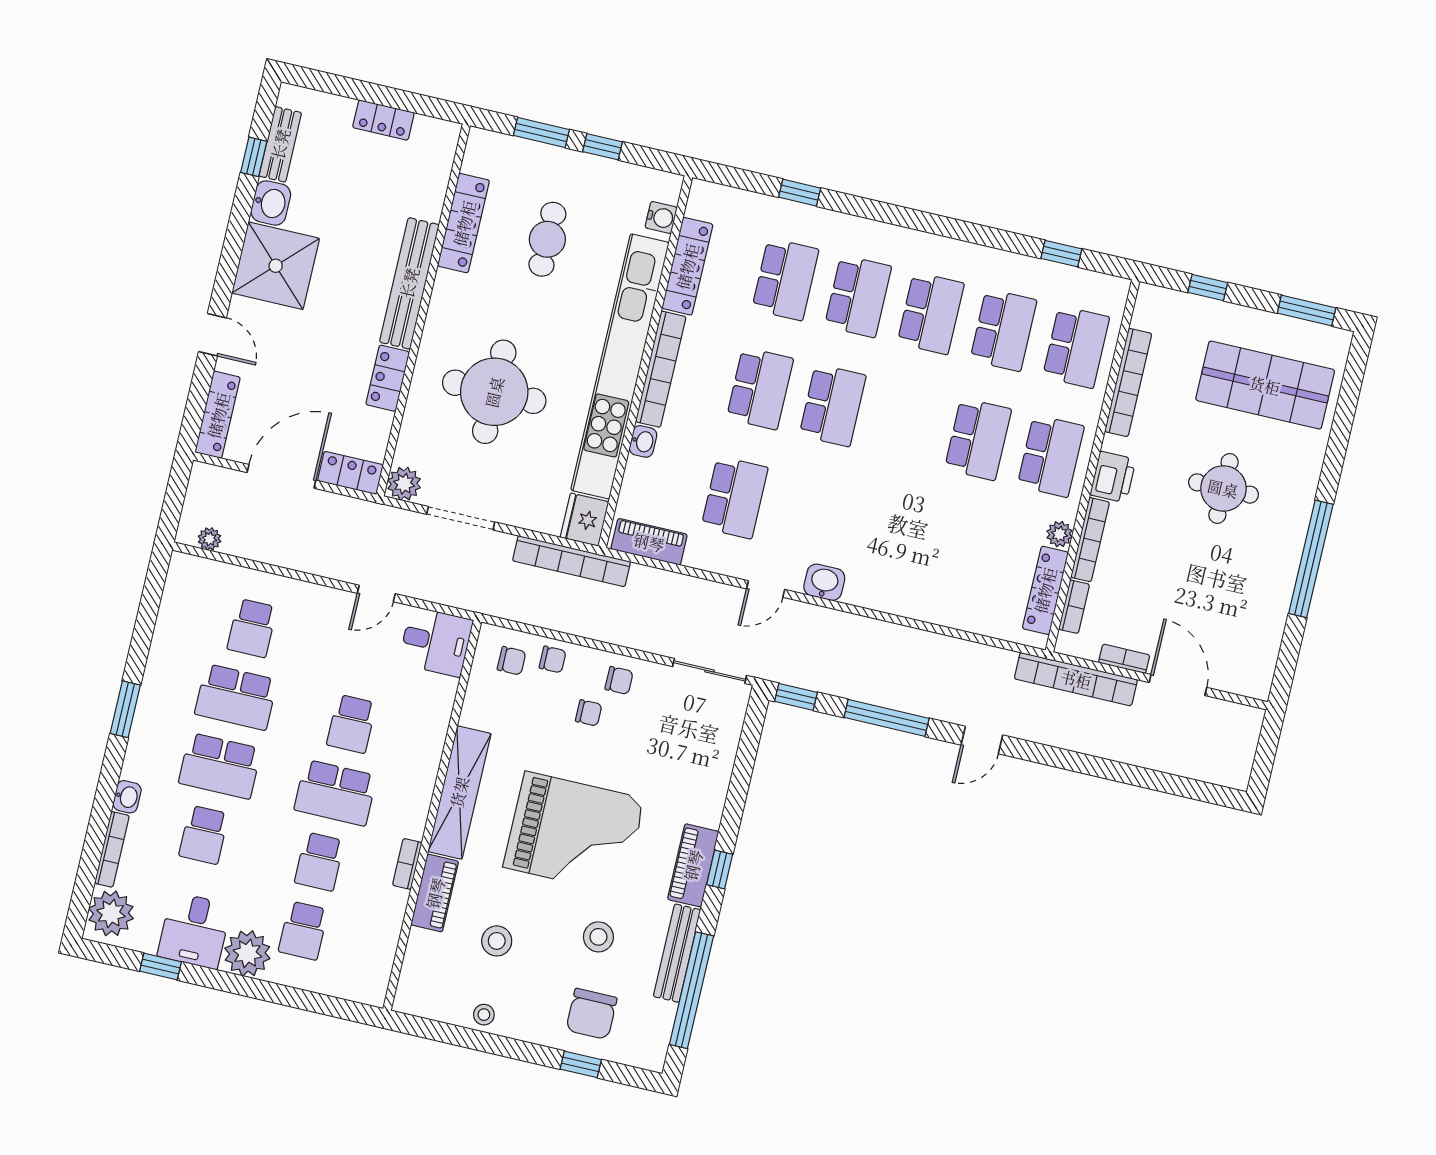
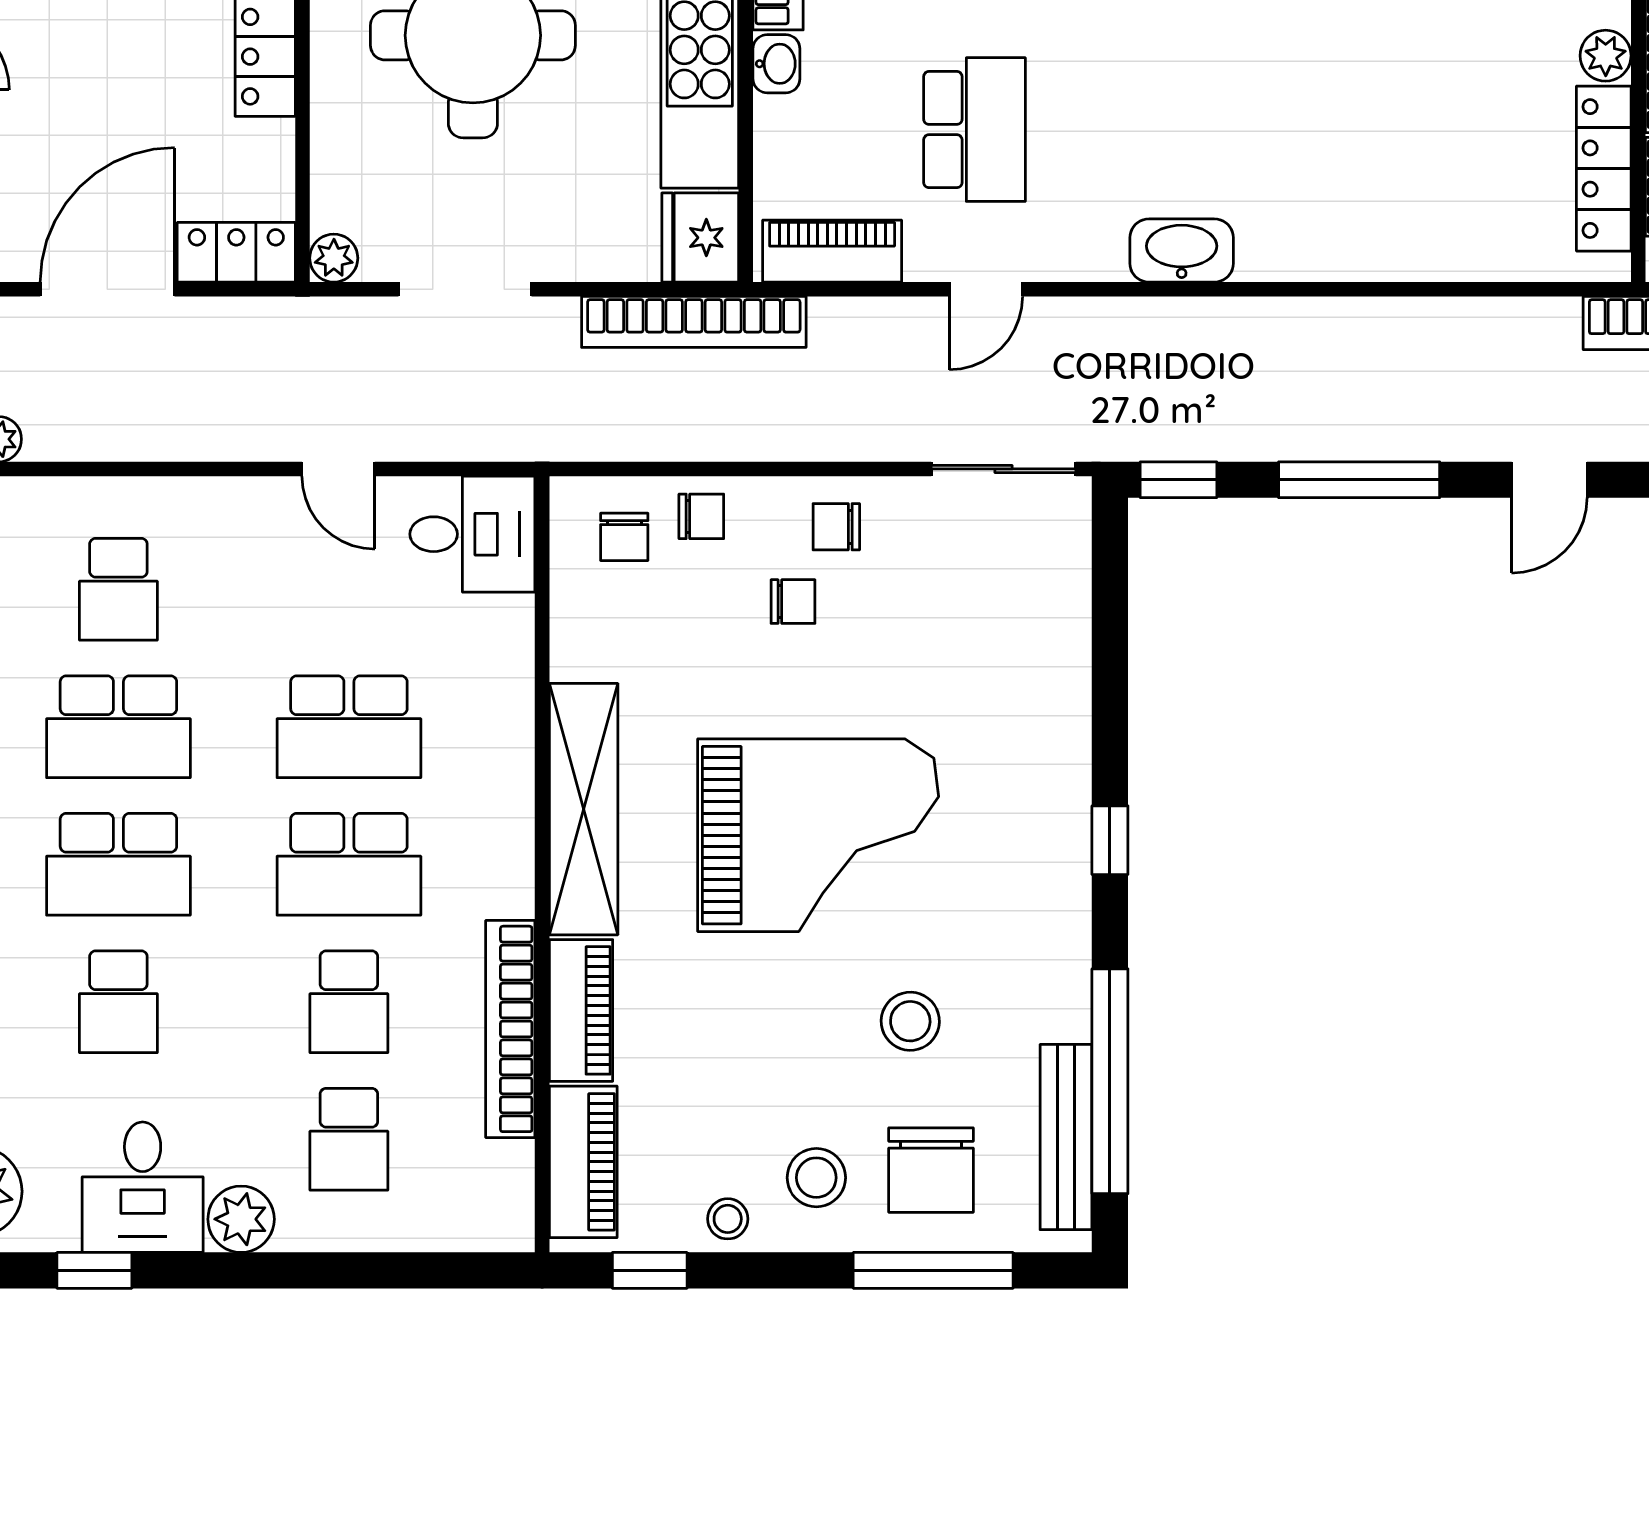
plant: (404, 484) -> (334, 258), width x0.73, depth x0.73
washbasin: (824, 582) -> (1182, 251), width x1.38
door: (766, 589) -> (986, 289), moved
door: (376, 593) -> (338, 469), hinge flipped
chair: (512, 661) -> (624, 537), turned 90
chair: (619, 680) -> (836, 527), turned 180
school desk: (351, 724) -> (349, 727), width x1.85
bookcase: (407, 864) -> (510, 1029), width x2.31, depth x1.31
piano: (693, 865) -> (583, 1162), moved, turned 180
stool: (497, 941) -> (816, 1178), moved
plant: (247, 953) -> (241, 1219), width x0.73, depth x0.73
bench: (677, 953) -> (1066, 1137), moved
window: (439, 1031) -> (650, 1270), added
window: (581, 1064) -> (933, 1270), width x2.17

